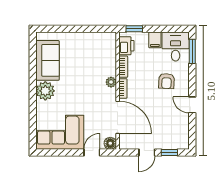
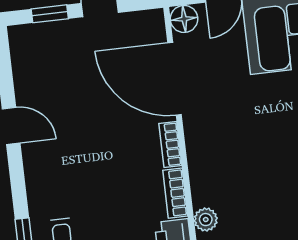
armchair: (167, 81) -> (75, 172), removed
plant: (111, 82) -> (206, 220), moved

